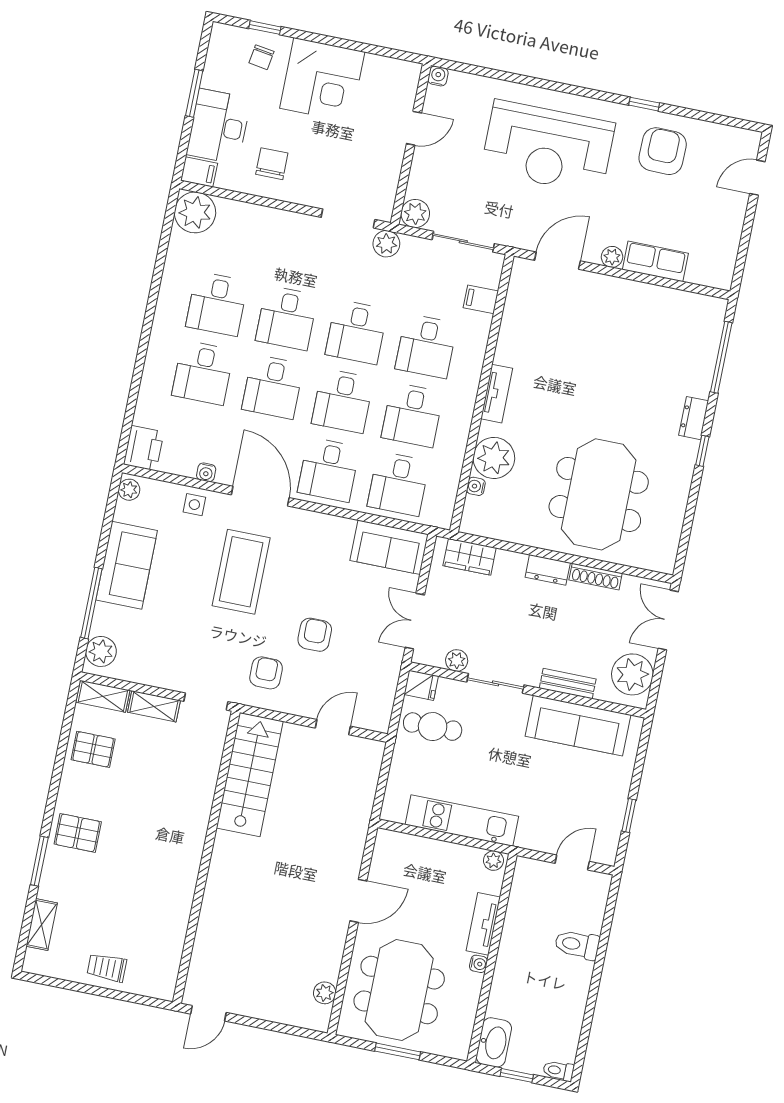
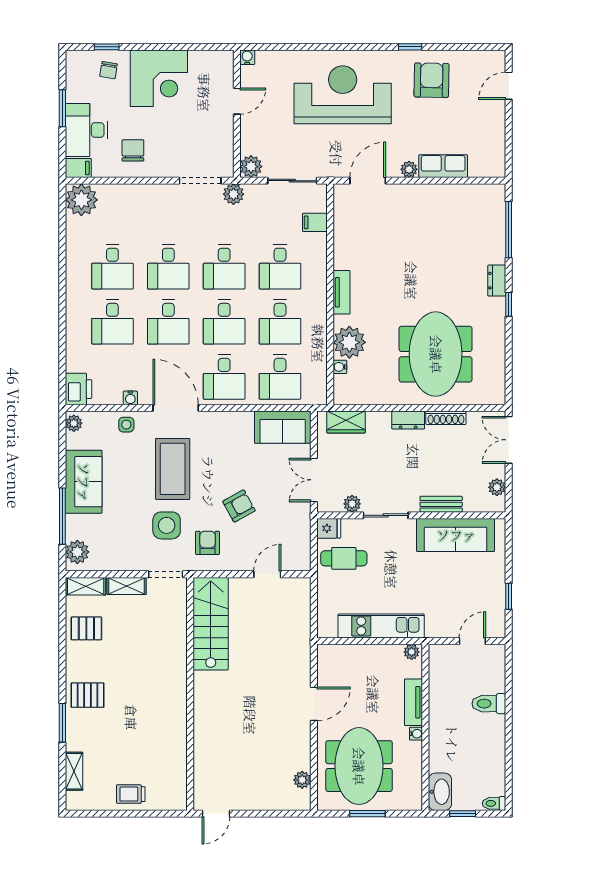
reception desk: (548, 147) -> (343, 95), turned 180
armchair: (315, 635) -> (239, 506), turned 61
side table: (219, 641) -> (167, 525), added
plant: (632, 674) -> (497, 487), width x0.53, depth x0.53

